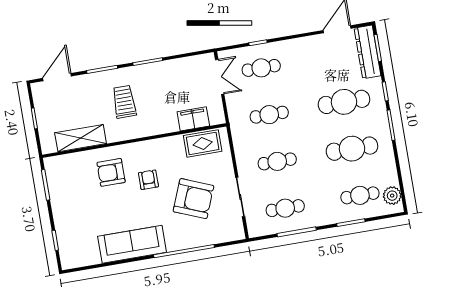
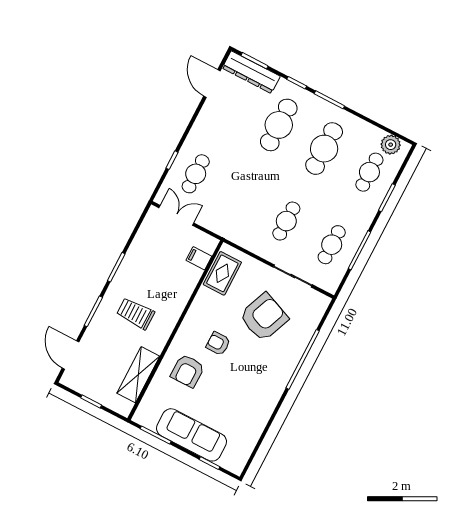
cafe table: (269, 115) -> (241, 197), removed
filing cabinet: (193, 119) -> (199, 258), width x0.50
sofa: (132, 244) -> (191, 435), moved, turned 90

